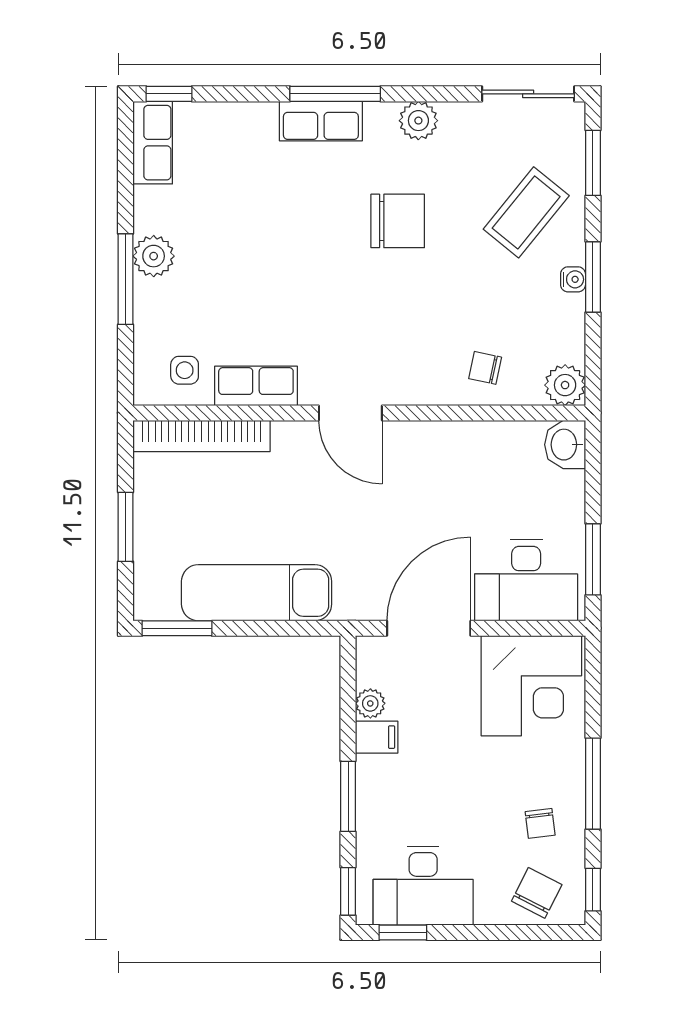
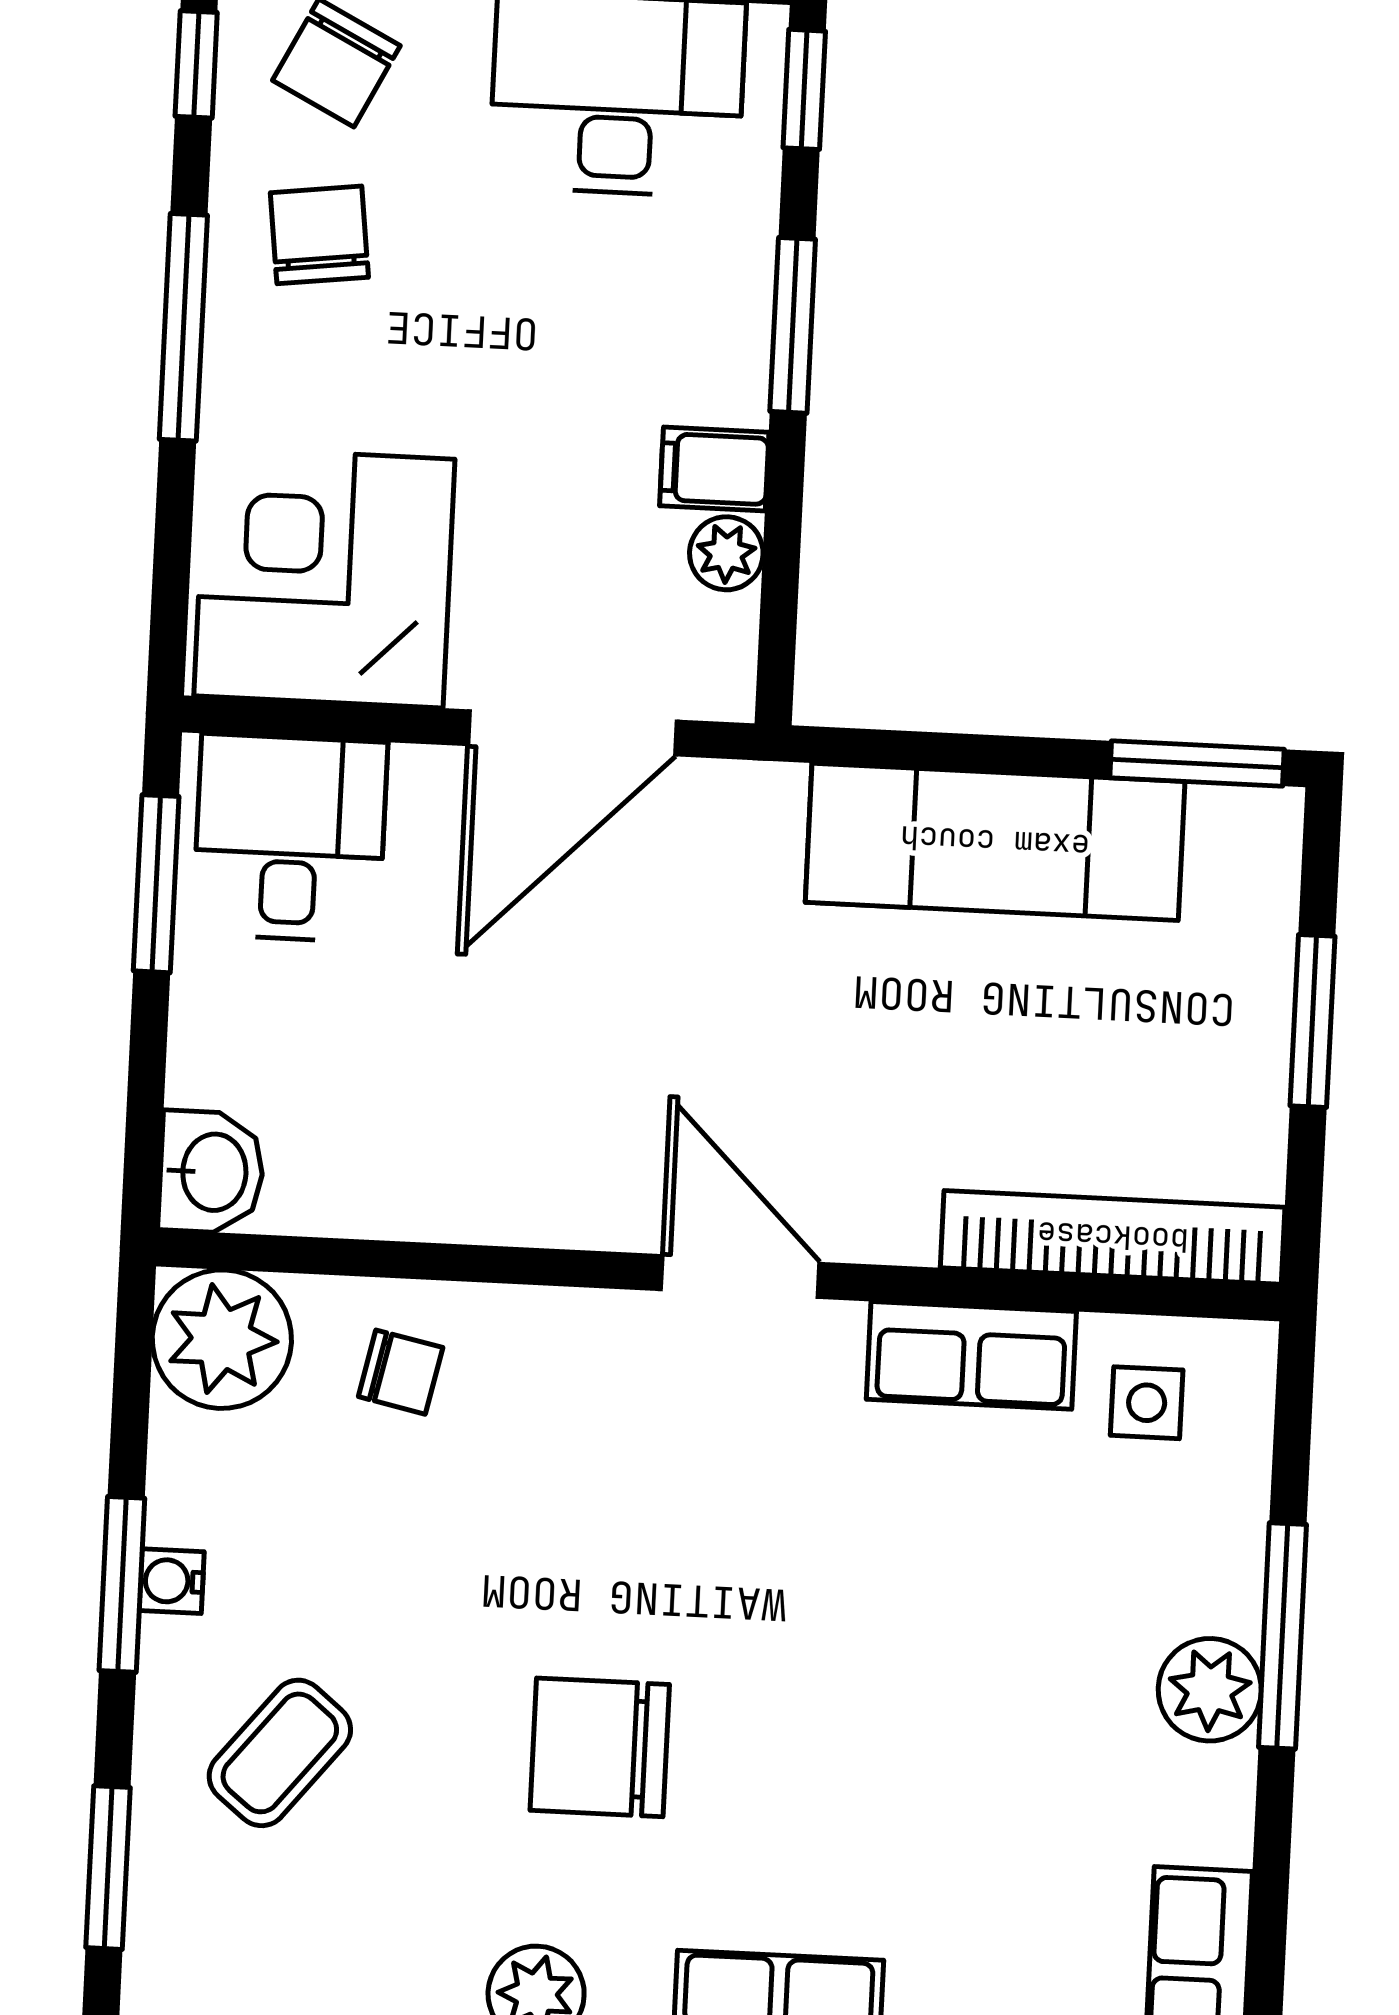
coffee table: (526, 212) -> (280, 1753), width x0.73, depth x0.77
plant: (565, 385) -> (222, 1339), width x1.36, depth x1.36
desk: (526, 580) -> (290, 838), width x0.73
chair: (540, 823) -> (319, 235), width x1.37, depth x1.37

